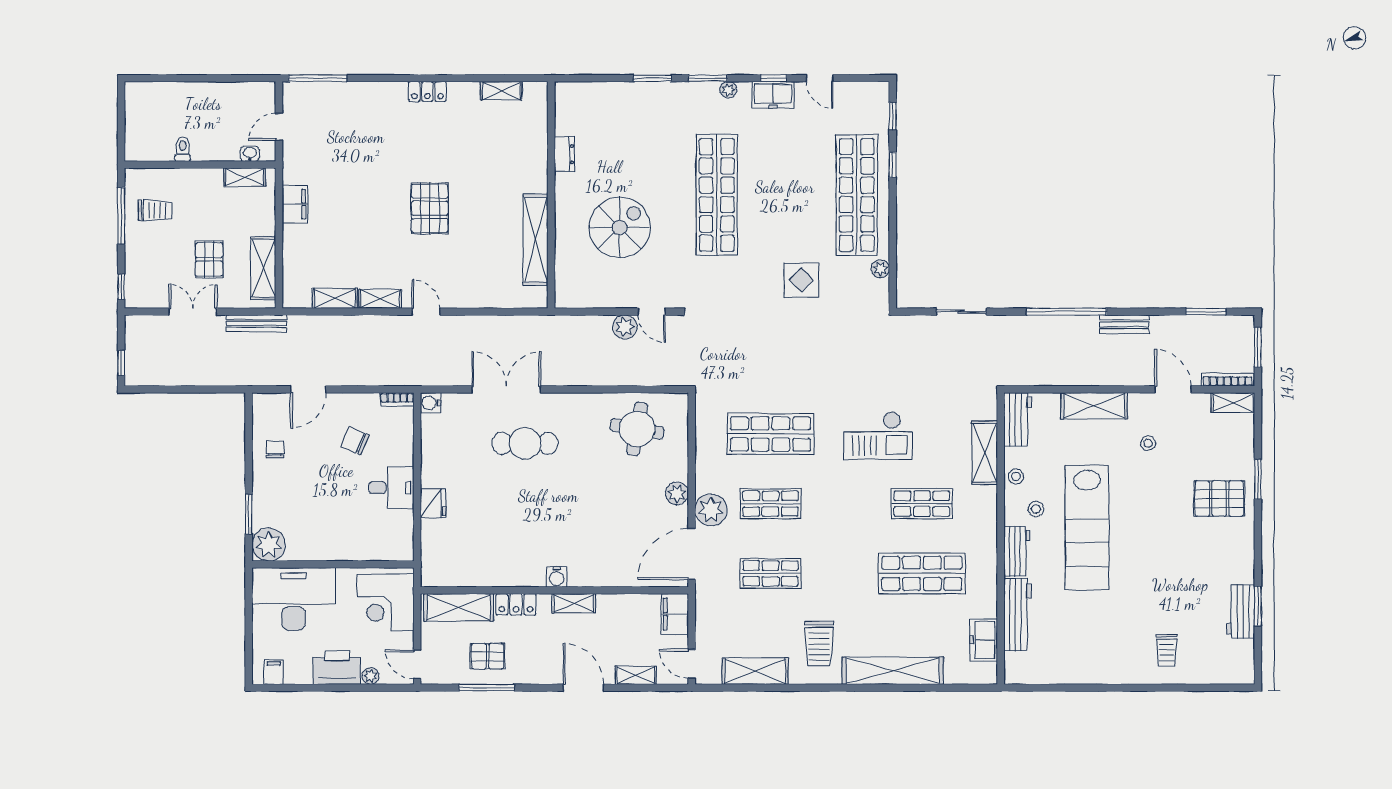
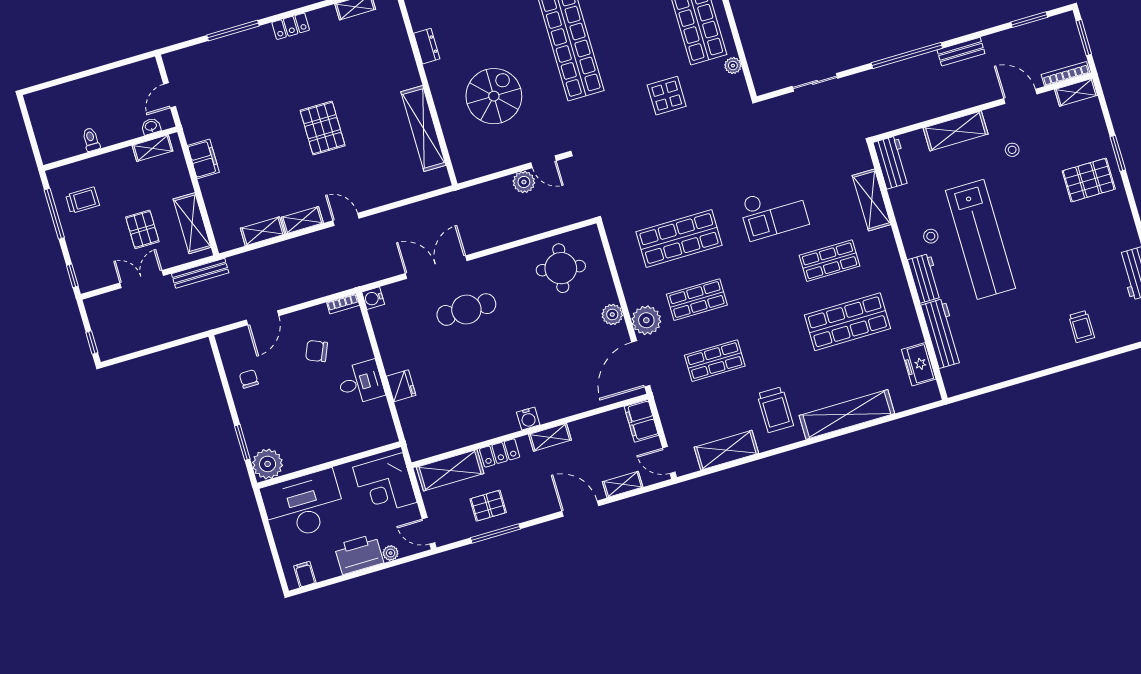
window: (318, 78) -> (233, 31), moved
stool: (1016, 476) -> (905, 213), removed

